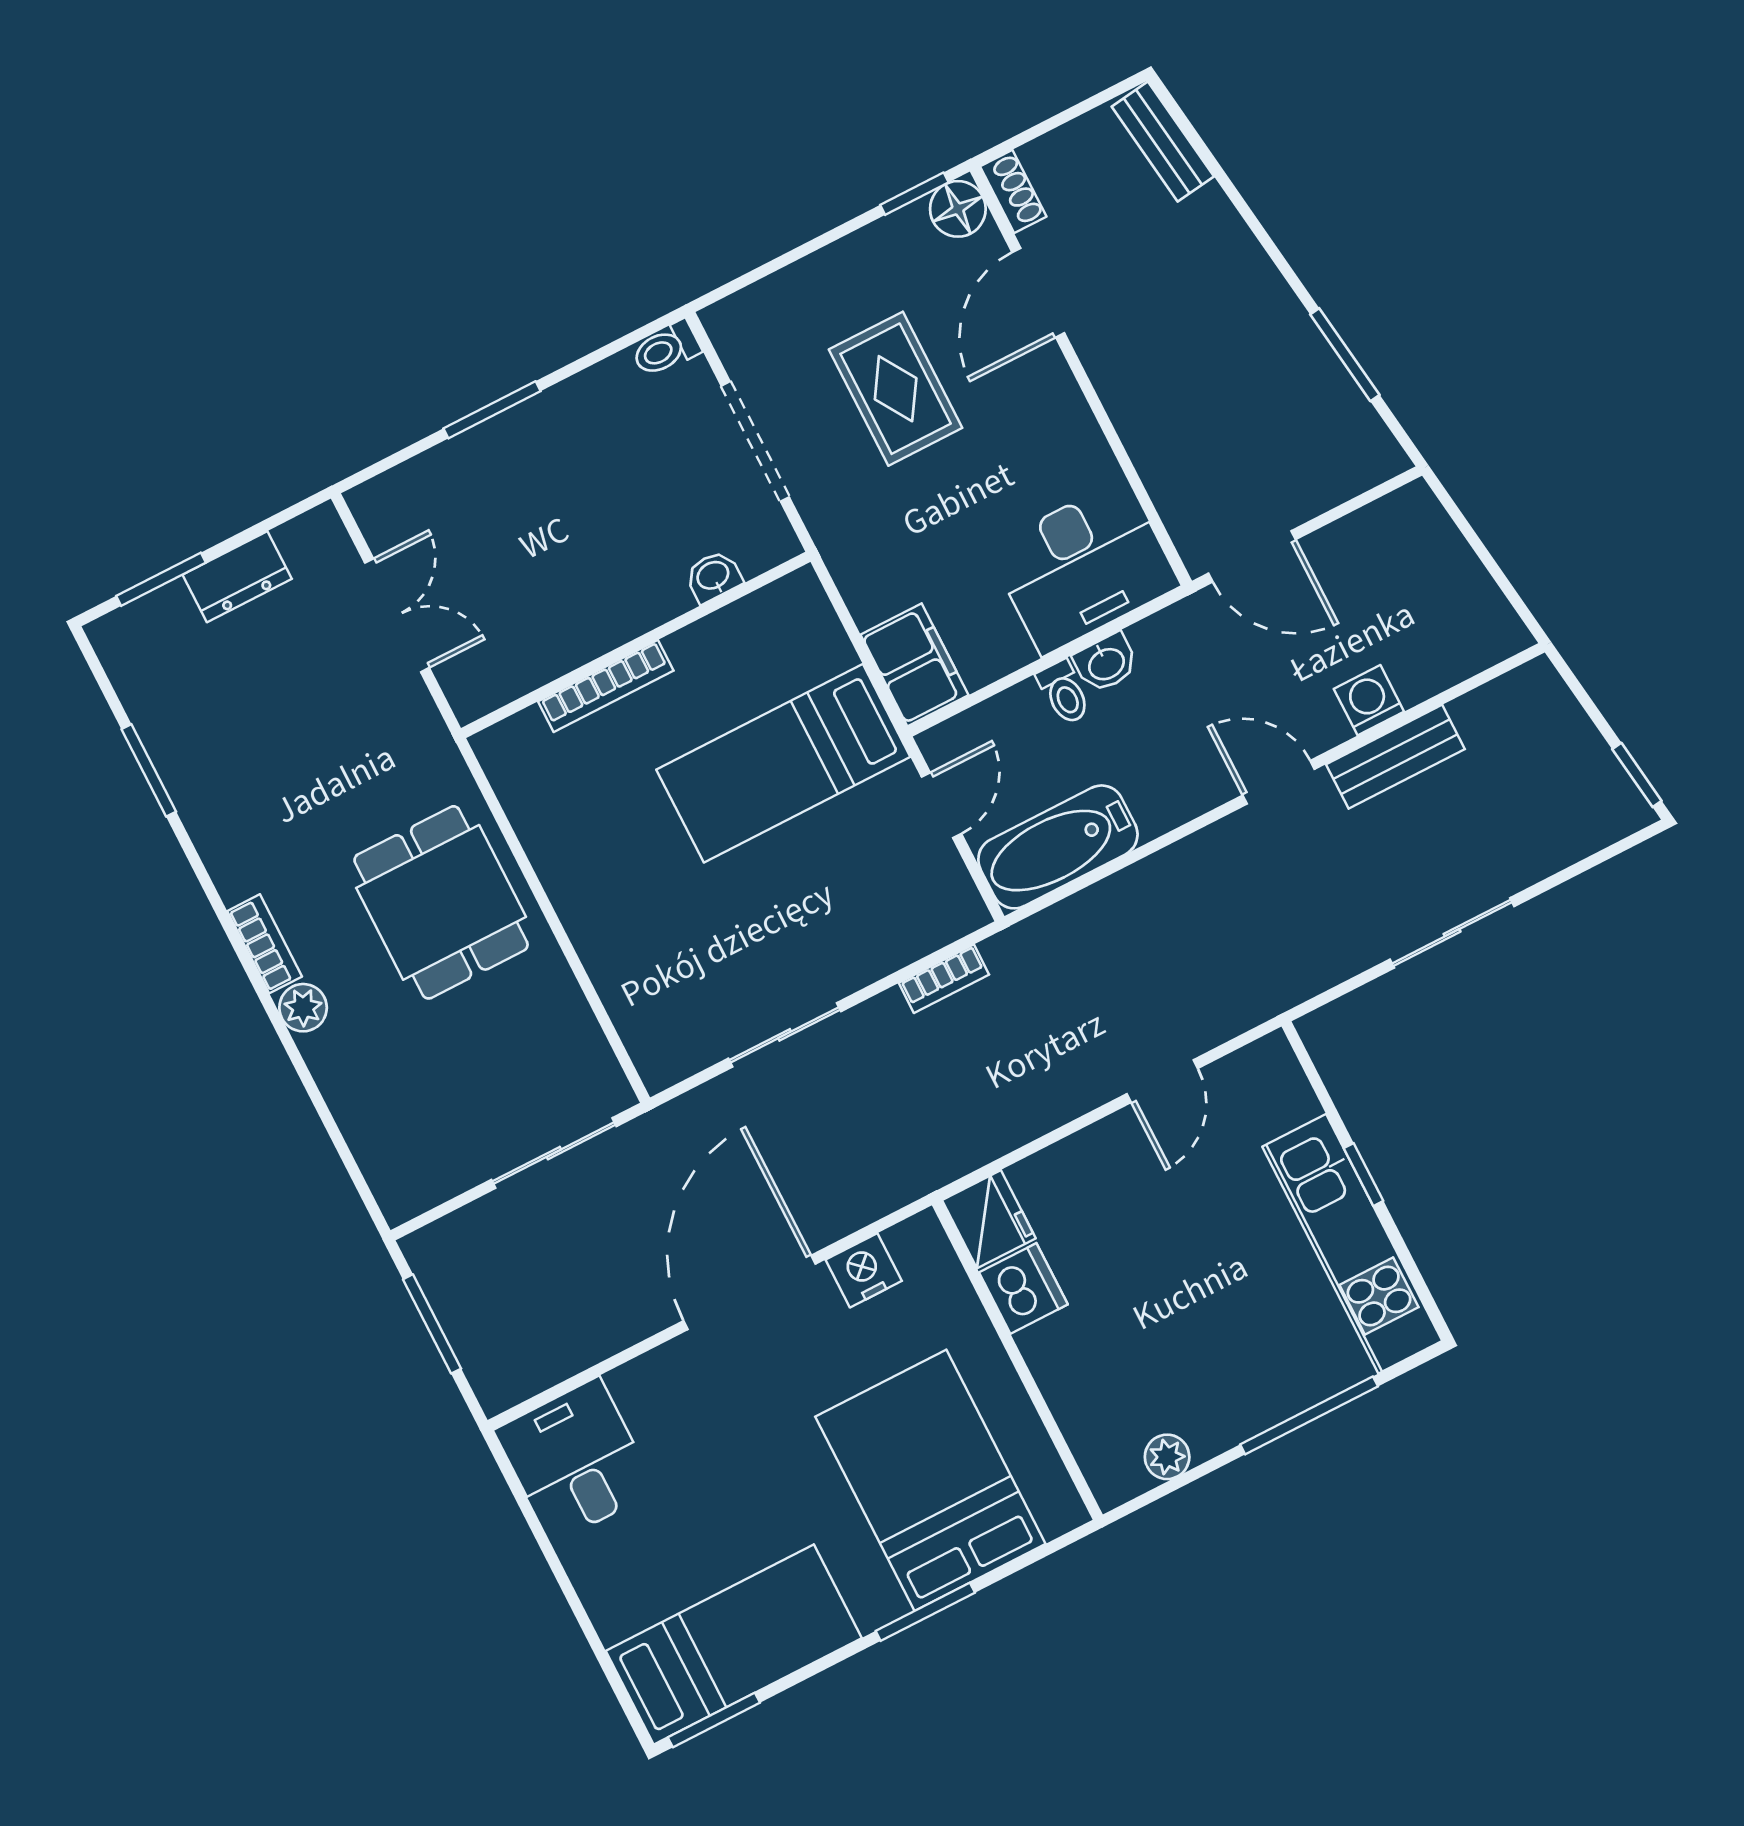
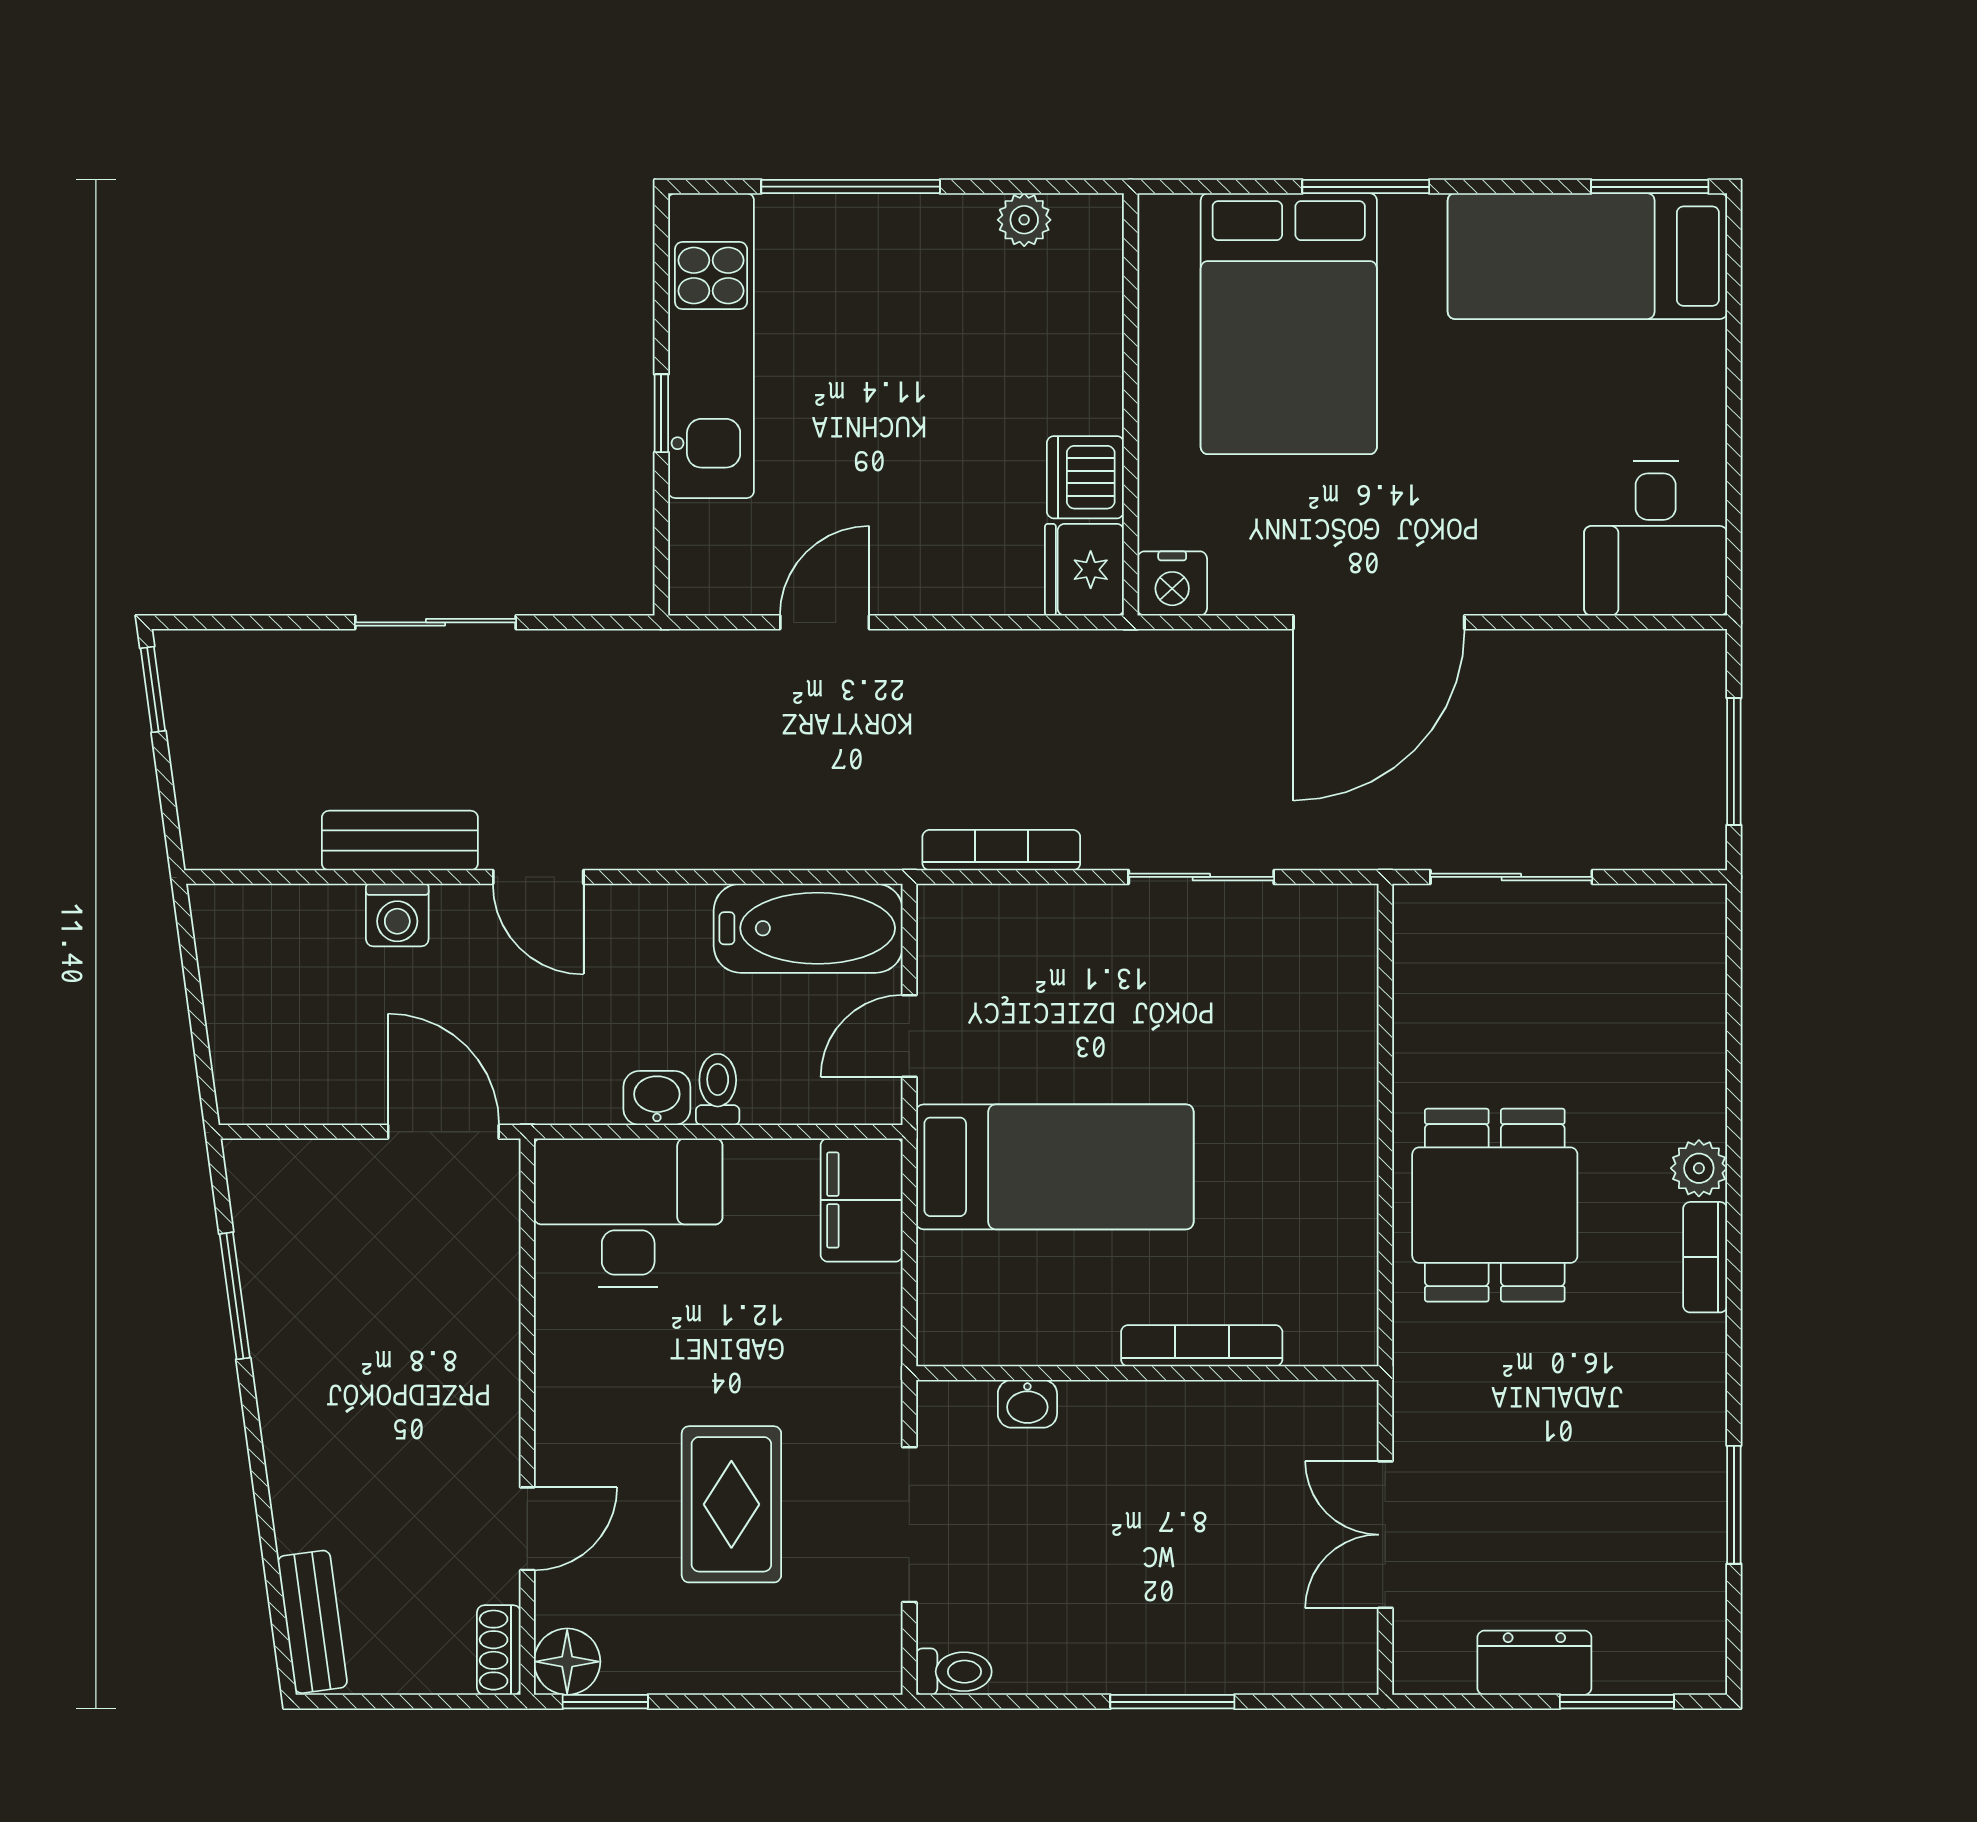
door: (1038, 293) -> (527, 1529), width x0.73
bookcase: (944, 979) -> (1001, 850), width x1.56
nightstand: (864, 1270) -> (1172, 583), moved

